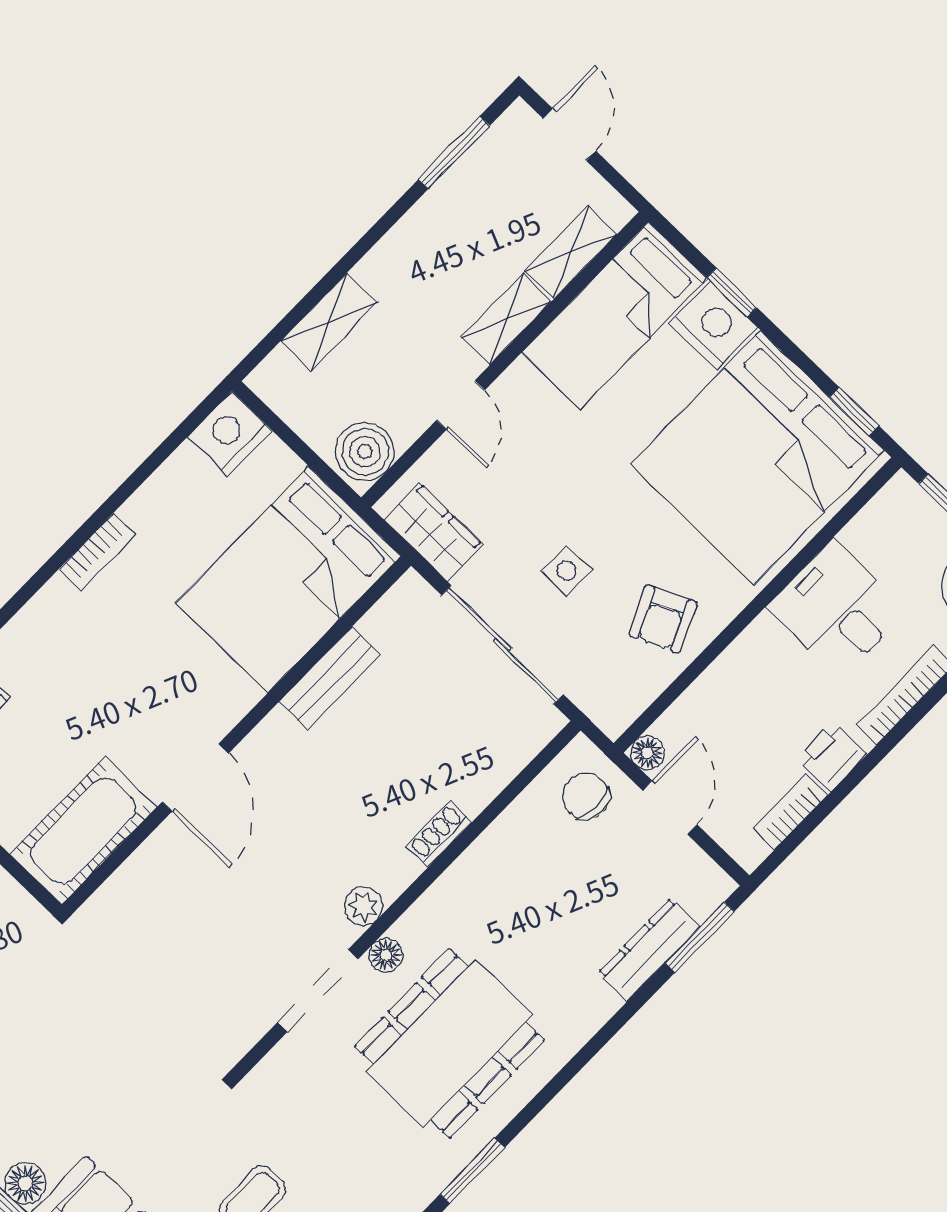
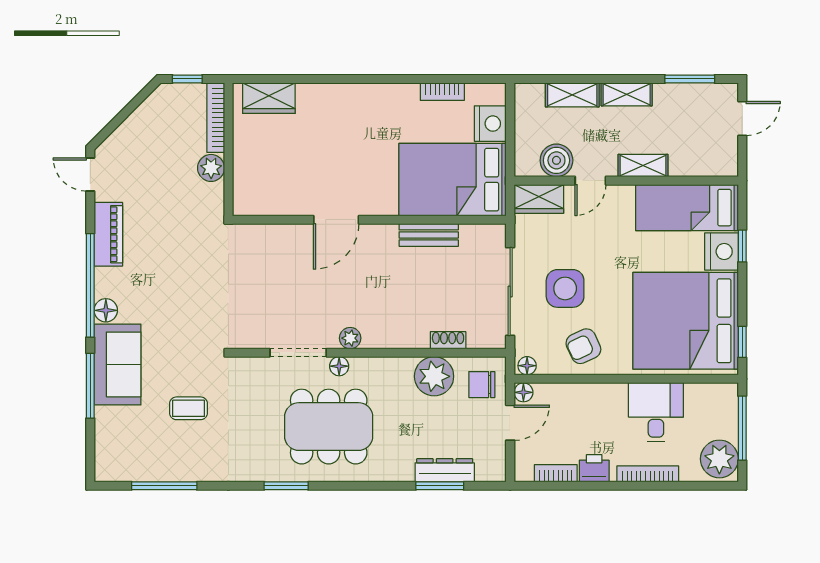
shelving: (571, 252) -> (627, 94), moved
nightstand: (230, 434) -> (490, 124), moved, turned 90
boiler: (365, 452) -> (556, 160), moved
wardrobe: (433, 532) -> (539, 199), moved, turned 90
bookcase: (97, 552) -> (442, 92), moved
side table: (567, 571) -> (565, 288), width x1.87, depth x1.87
floor lamp: (618, 715) -> (527, 366), added
chair: (586, 796) -> (482, 385), turned -90
cot: (83, 831) -> (271, 195), removed
shoe rack: (439, 834) -> (448, 340), moved
plant: (516, 847) -> (434, 376), added
window: (700, 937) -> (440, 486), moved

